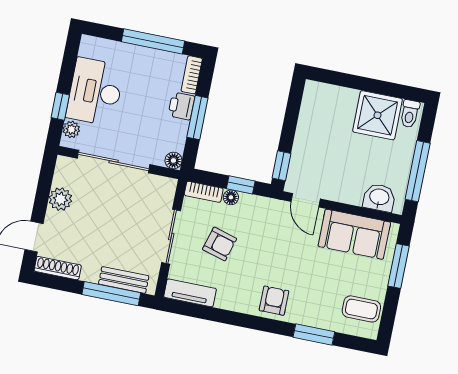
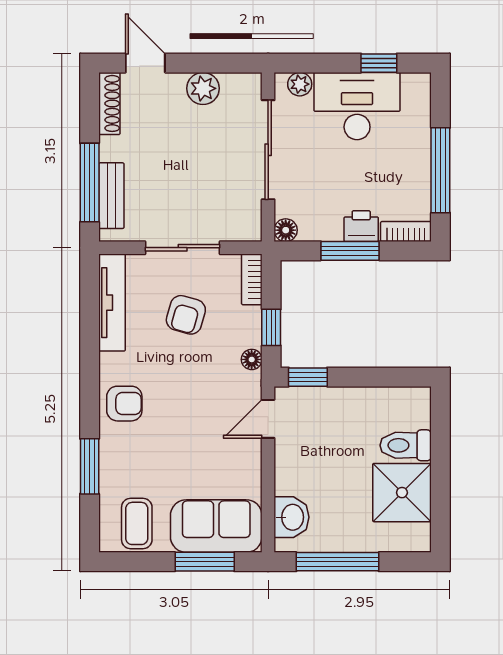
window: (60, 106) -> (379, 63), moved
toilet: (410, 114) -> (406, 445), moved, width x1.37, depth x1.39
floor lamp: (231, 197) -> (252, 359), moved
sofa: (354, 234) -> (216, 526), moved, turned 90
tv unit: (190, 293) -> (112, 303), width x1.41

